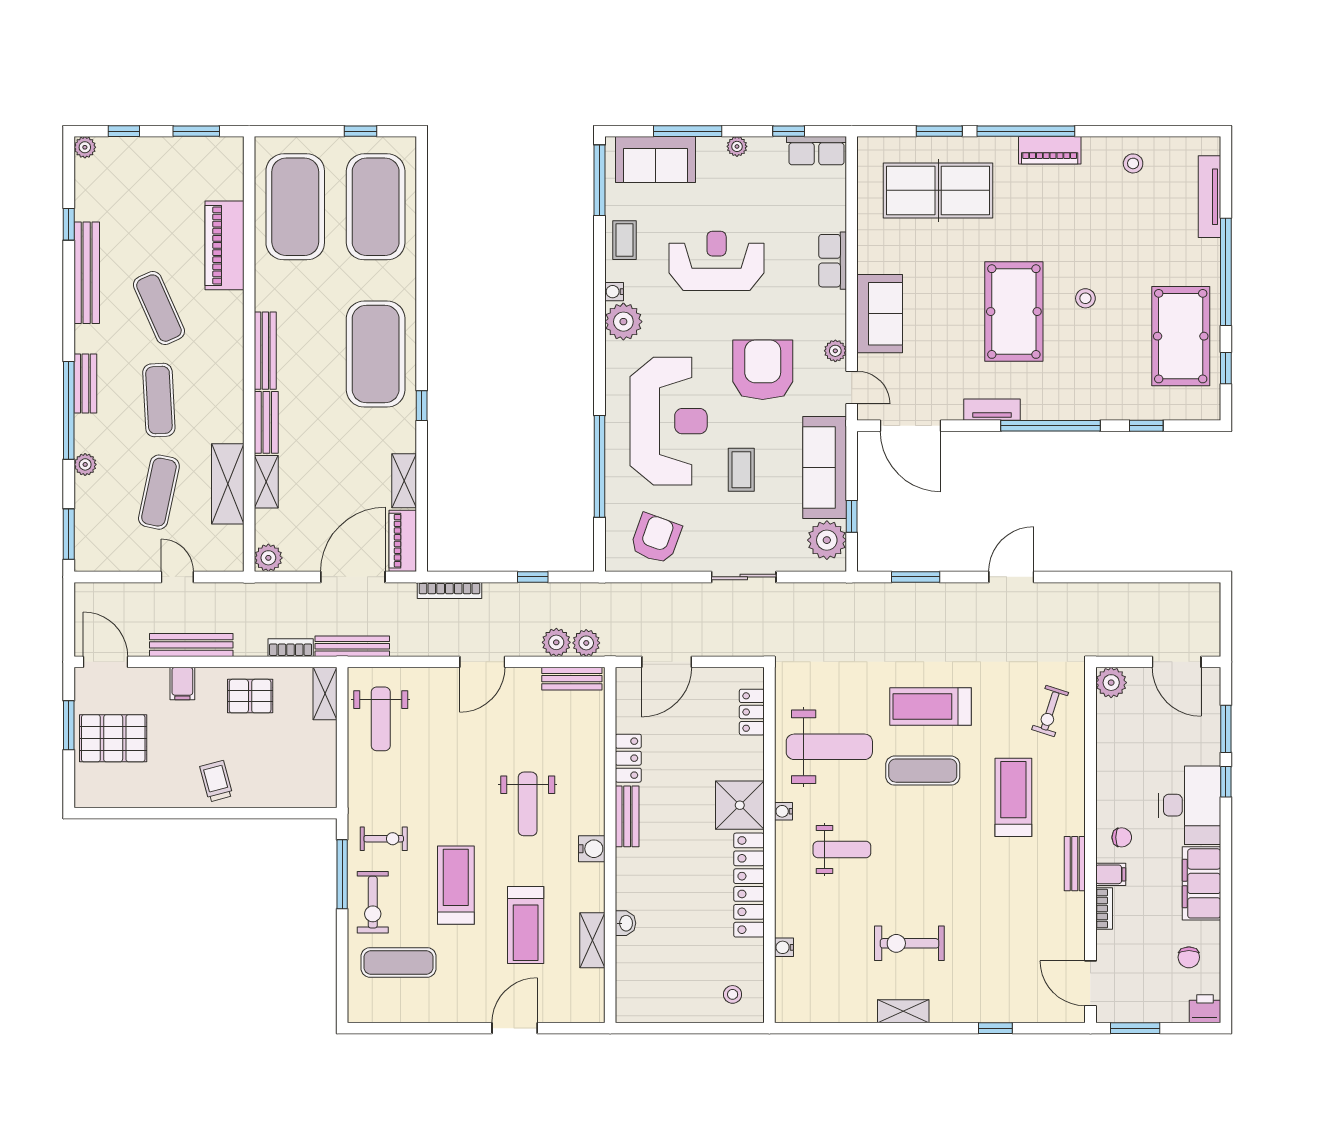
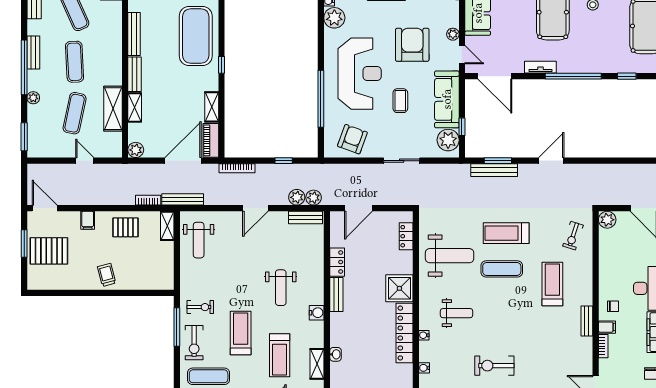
bench: (191, 645) -> (494, 170), moved
water cooler: (783, 811) -> (424, 335), moved

